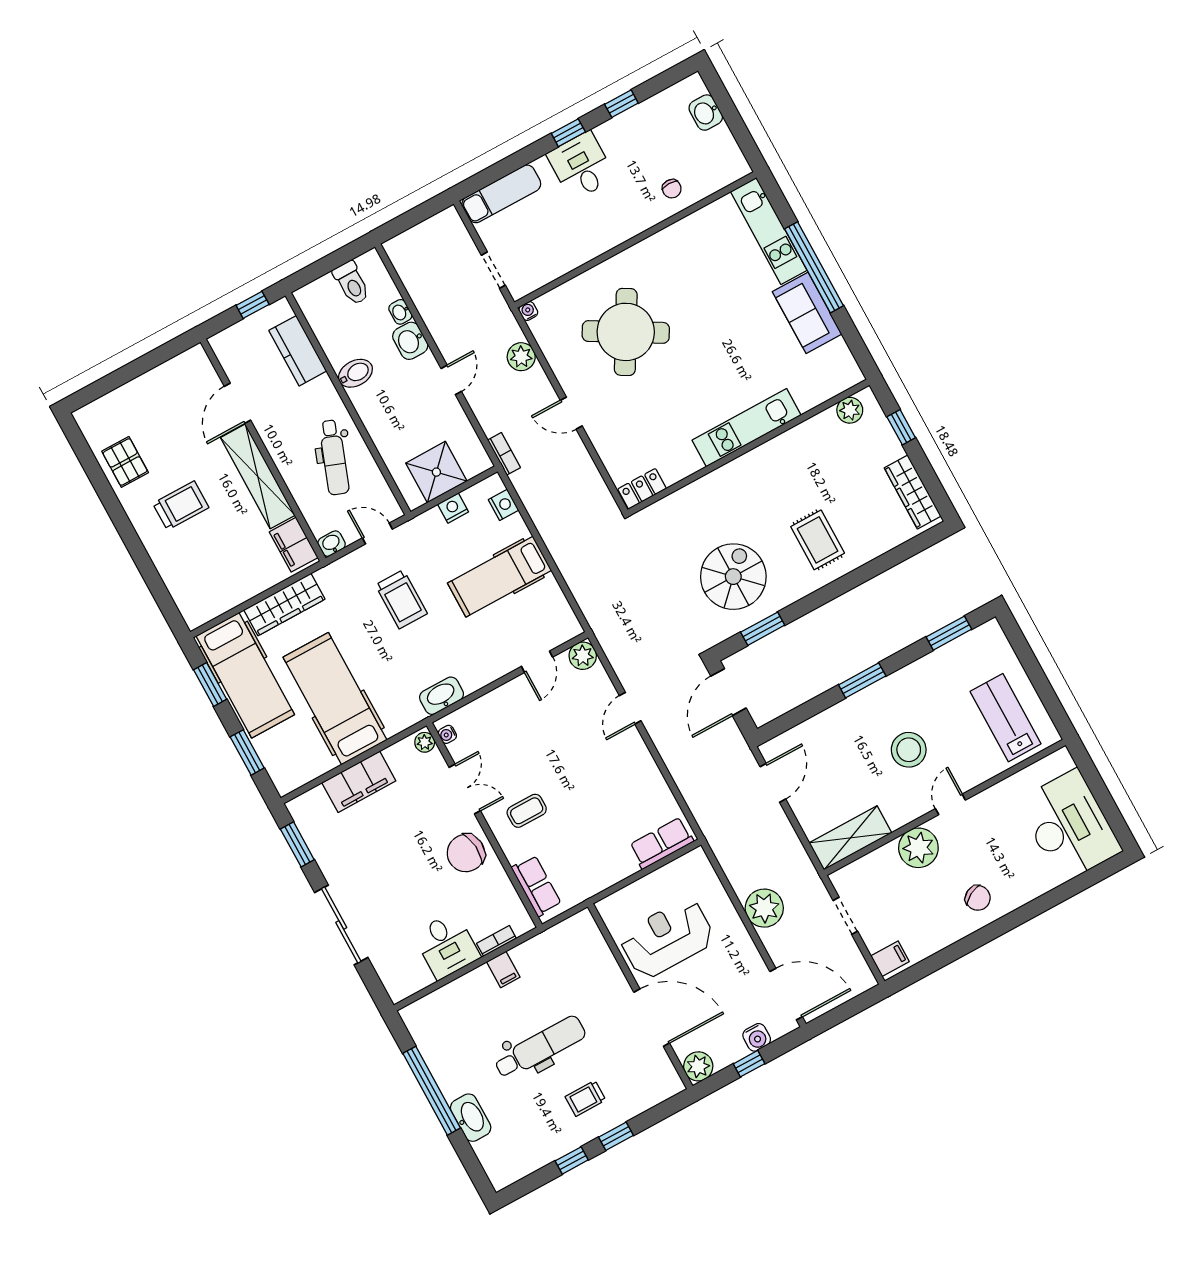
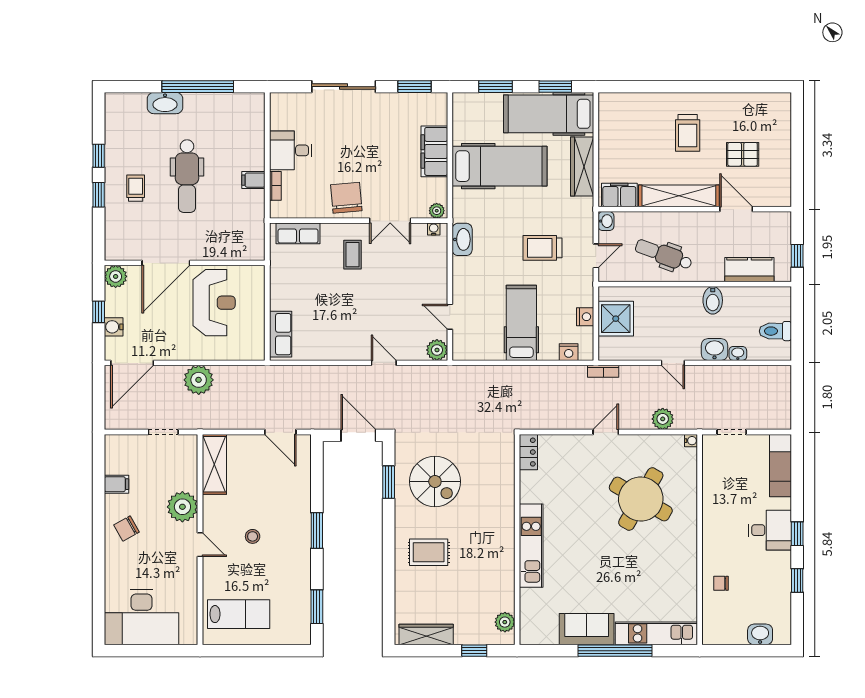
pallet: (125, 462) -> (743, 154), moved
stool: (909, 750) -> (253, 536), width x0.53, depth x0.53
filing cabinet: (890, 959) -> (116, 484), moved, turned -90

